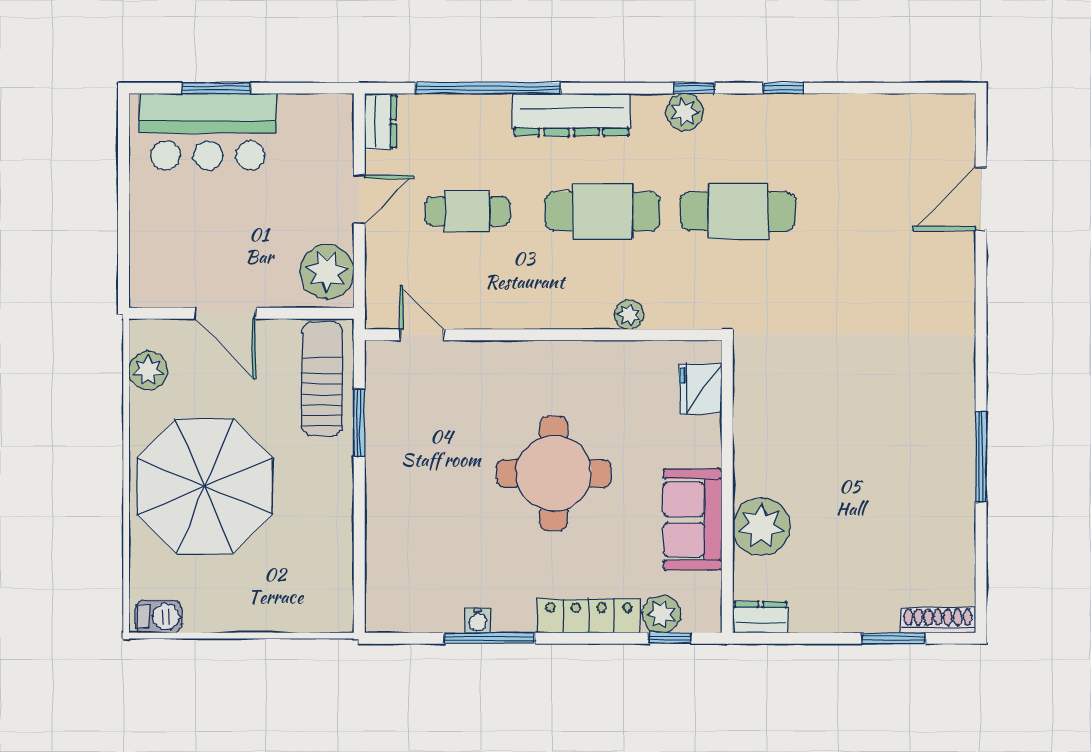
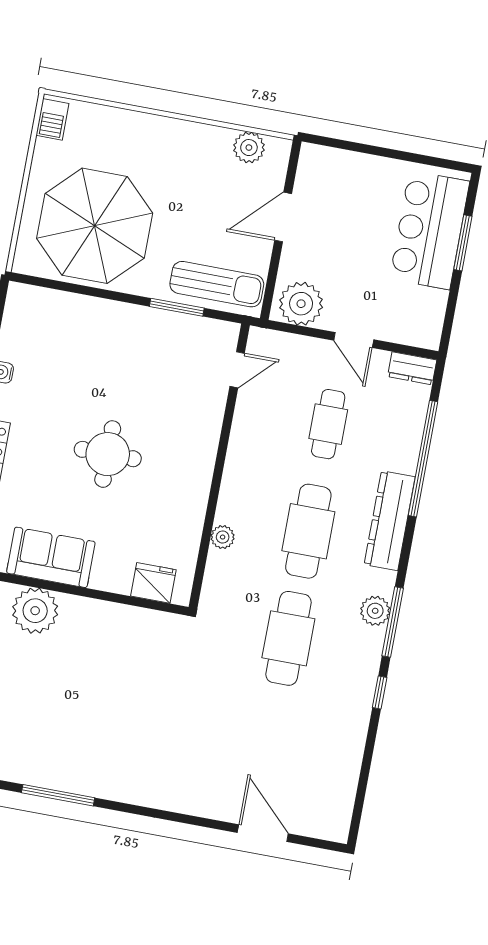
window: (694, 88) -> (393, 622), width x2.17
round table: (554, 473) -> (108, 454), width x0.73, depth x0.73
parasol: (204, 486) -> (95, 226), moved

